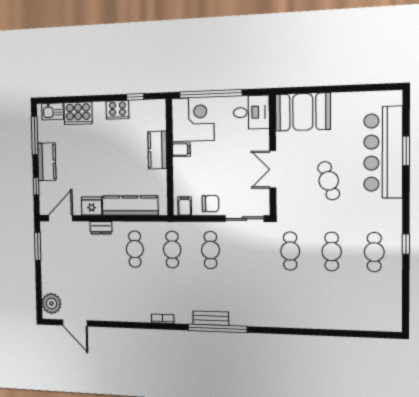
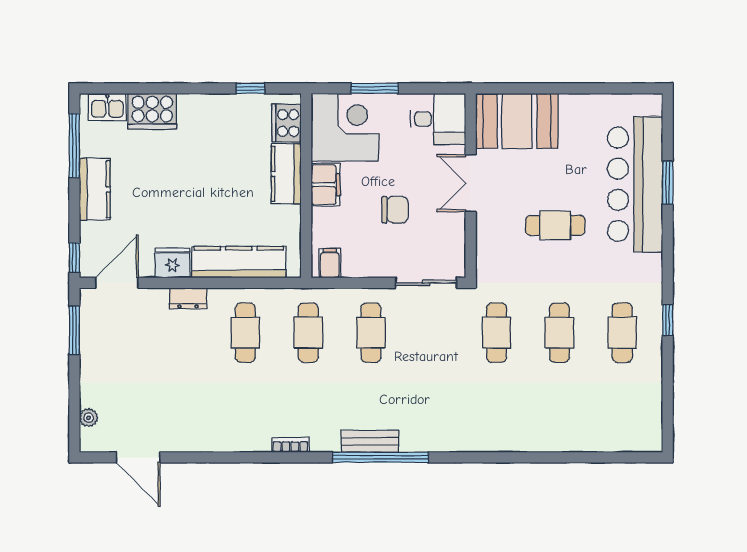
window: (211, 94) -> (374, 88), width x0.47
cooker: (117, 110) -> (286, 123), moved, turned 90
filing cabinet: (181, 150) -> (326, 185), width x2.00
double door: (273, 169) -> (471, 183), moved
cafe table: (329, 181) -> (555, 225), turned -73
window: (36, 186) -> (74, 257), moved
chair: (210, 204) -> (395, 210), moved
plant: (51, 303) -> (89, 418), width x0.53, depth x0.53

